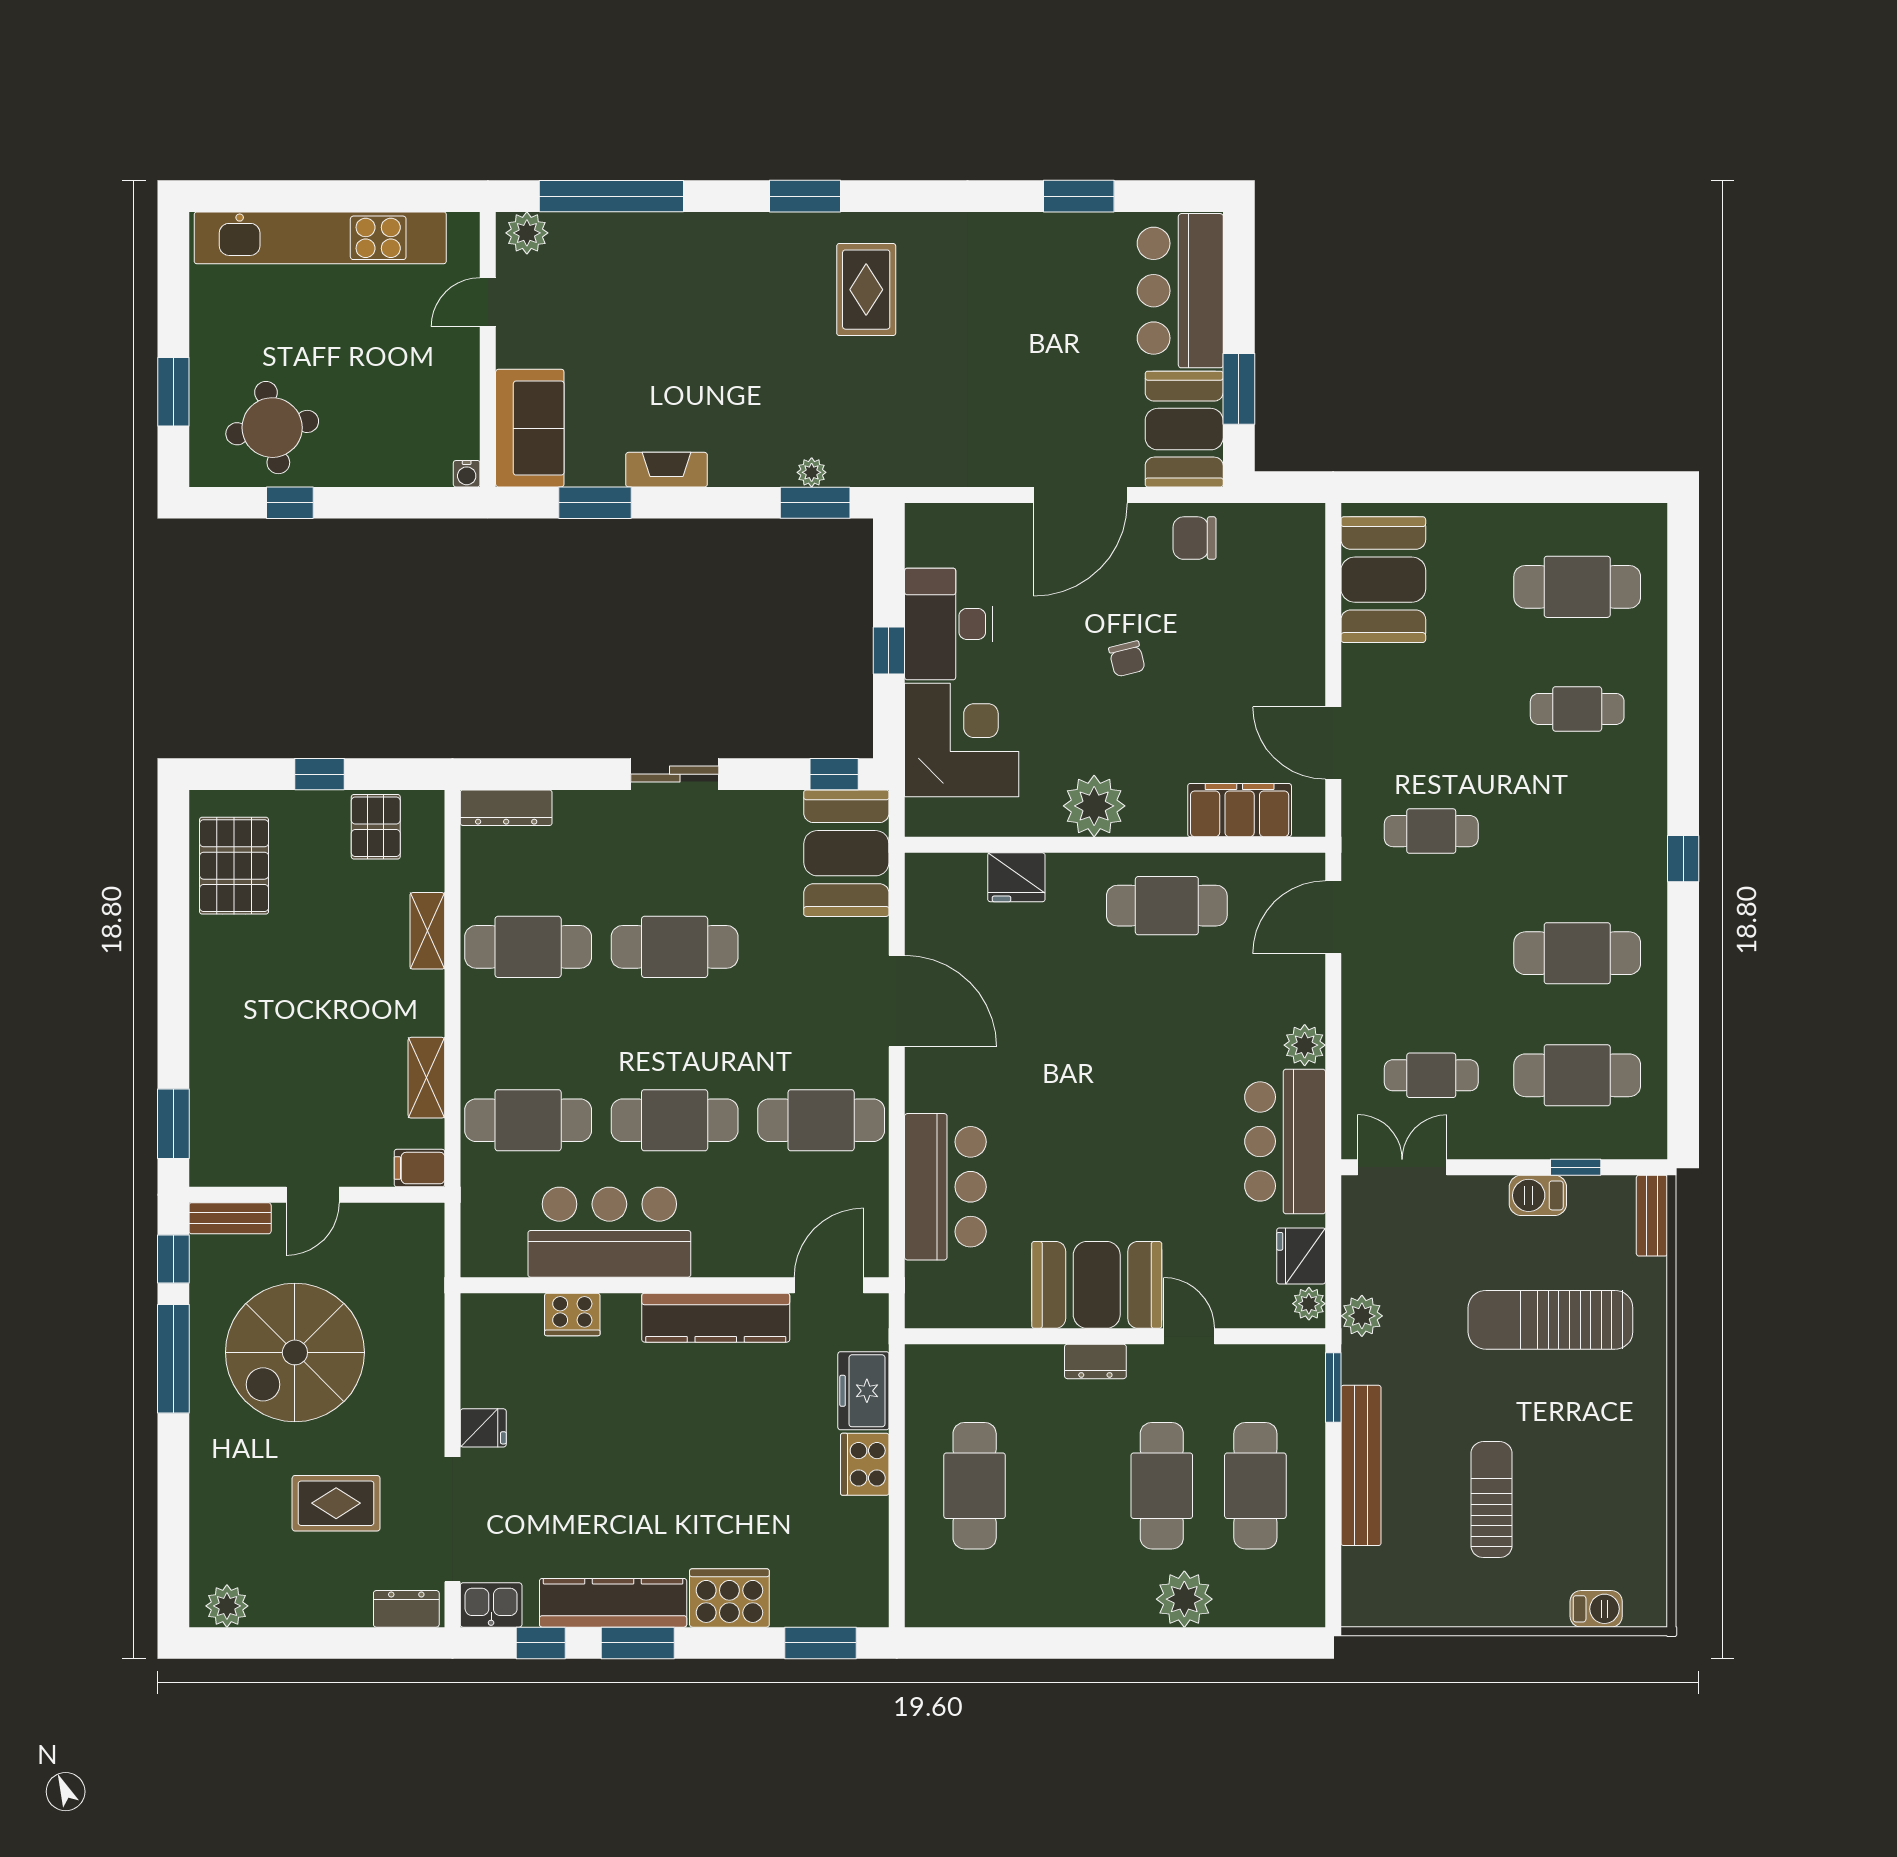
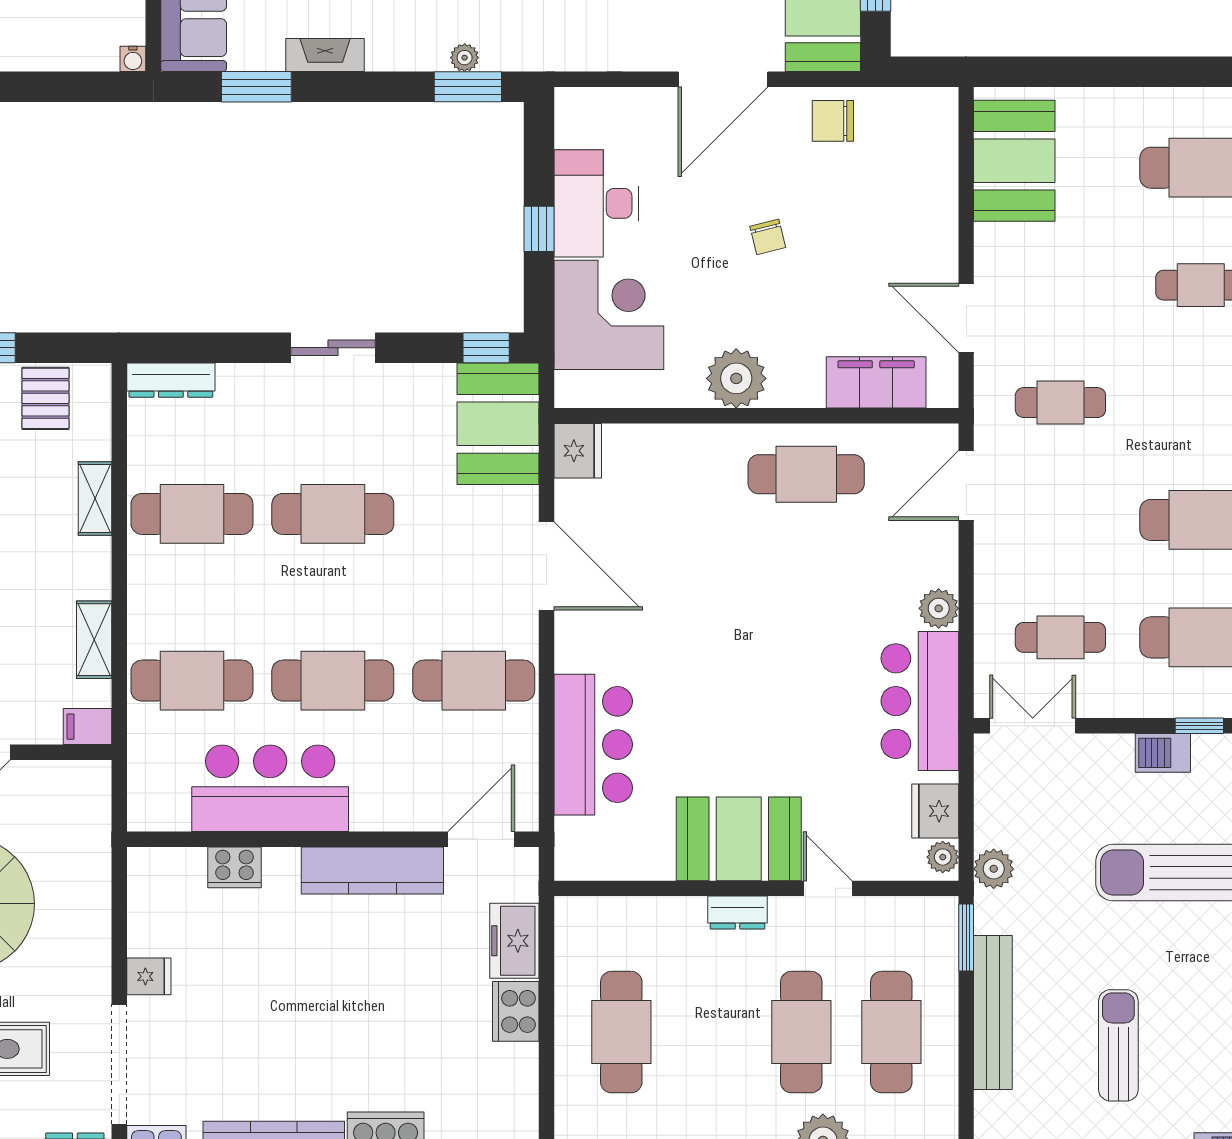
fridge: (1016, 877) -> (578, 451), moved, turned -90

